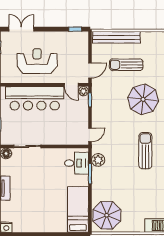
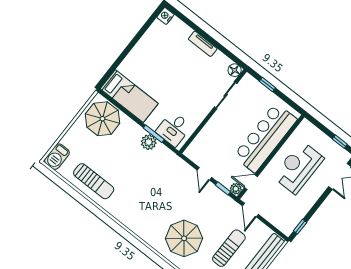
reception desk: (37, 61) -> (298, 167), turned 180
door: (90, 135) -> (204, 174), moved
sun lounger: (145, 151) -> (94, 181), moved
plant: (98, 160) -> (149, 142), moved

